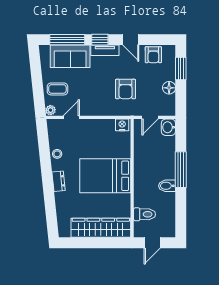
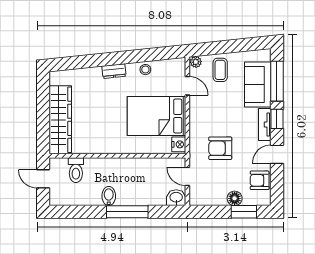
floor lamp: (169, 88) -> (235, 198), moved
bed: (105, 176) -> (156, 116), moved, turned -90

